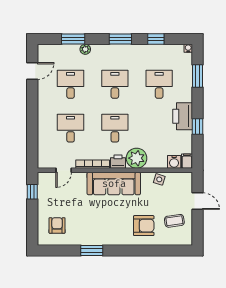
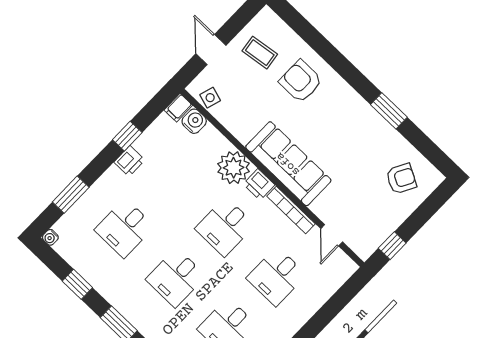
printer: (183, 116) -> (129, 161), width x0.53, depth x0.68
door: (64, 170) -> (332, 235), swing flipped
side table: (159, 179) -> (210, 98), moved
armchair: (57, 225) -> (401, 179), turned -152

